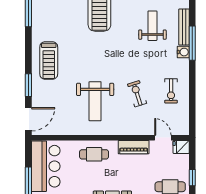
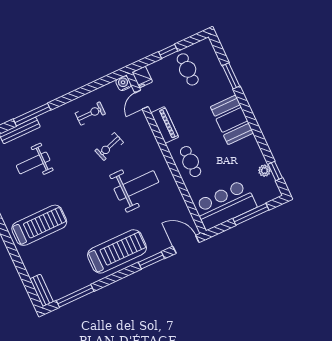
water cooler: (183, 52) -> (123, 83), moved
treadmill: (49, 61) -> (117, 251), width x1.37, depth x1.38

